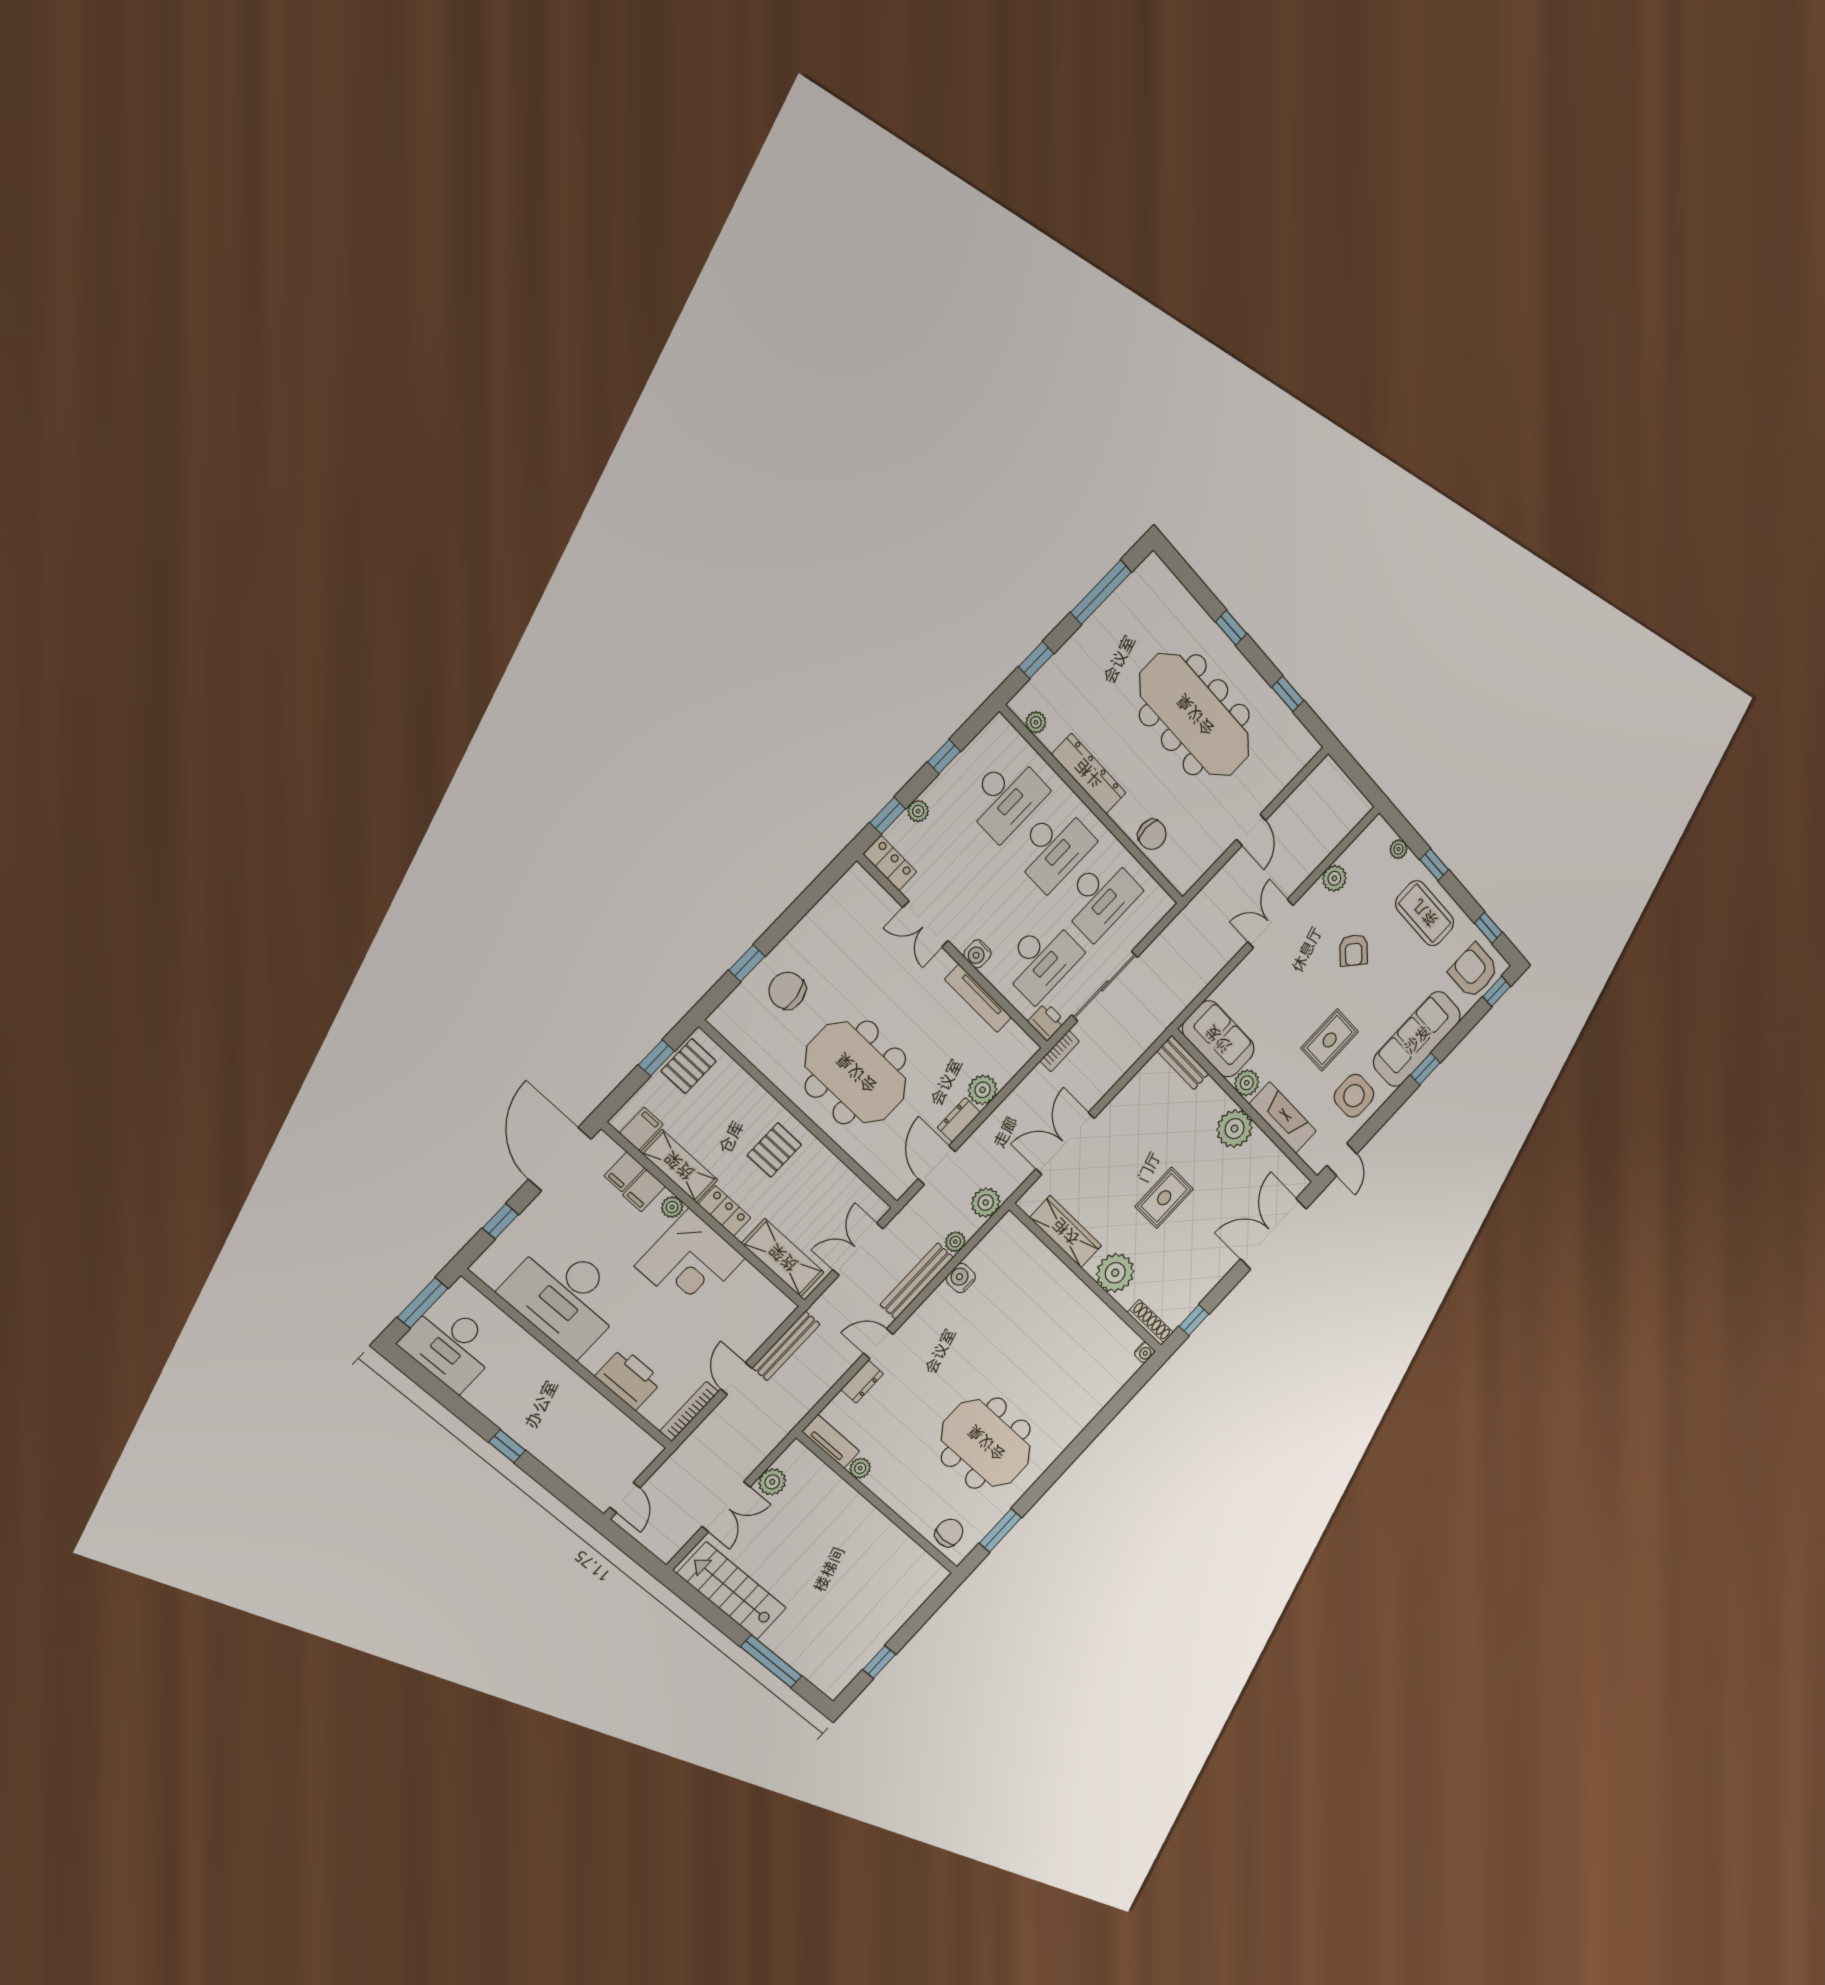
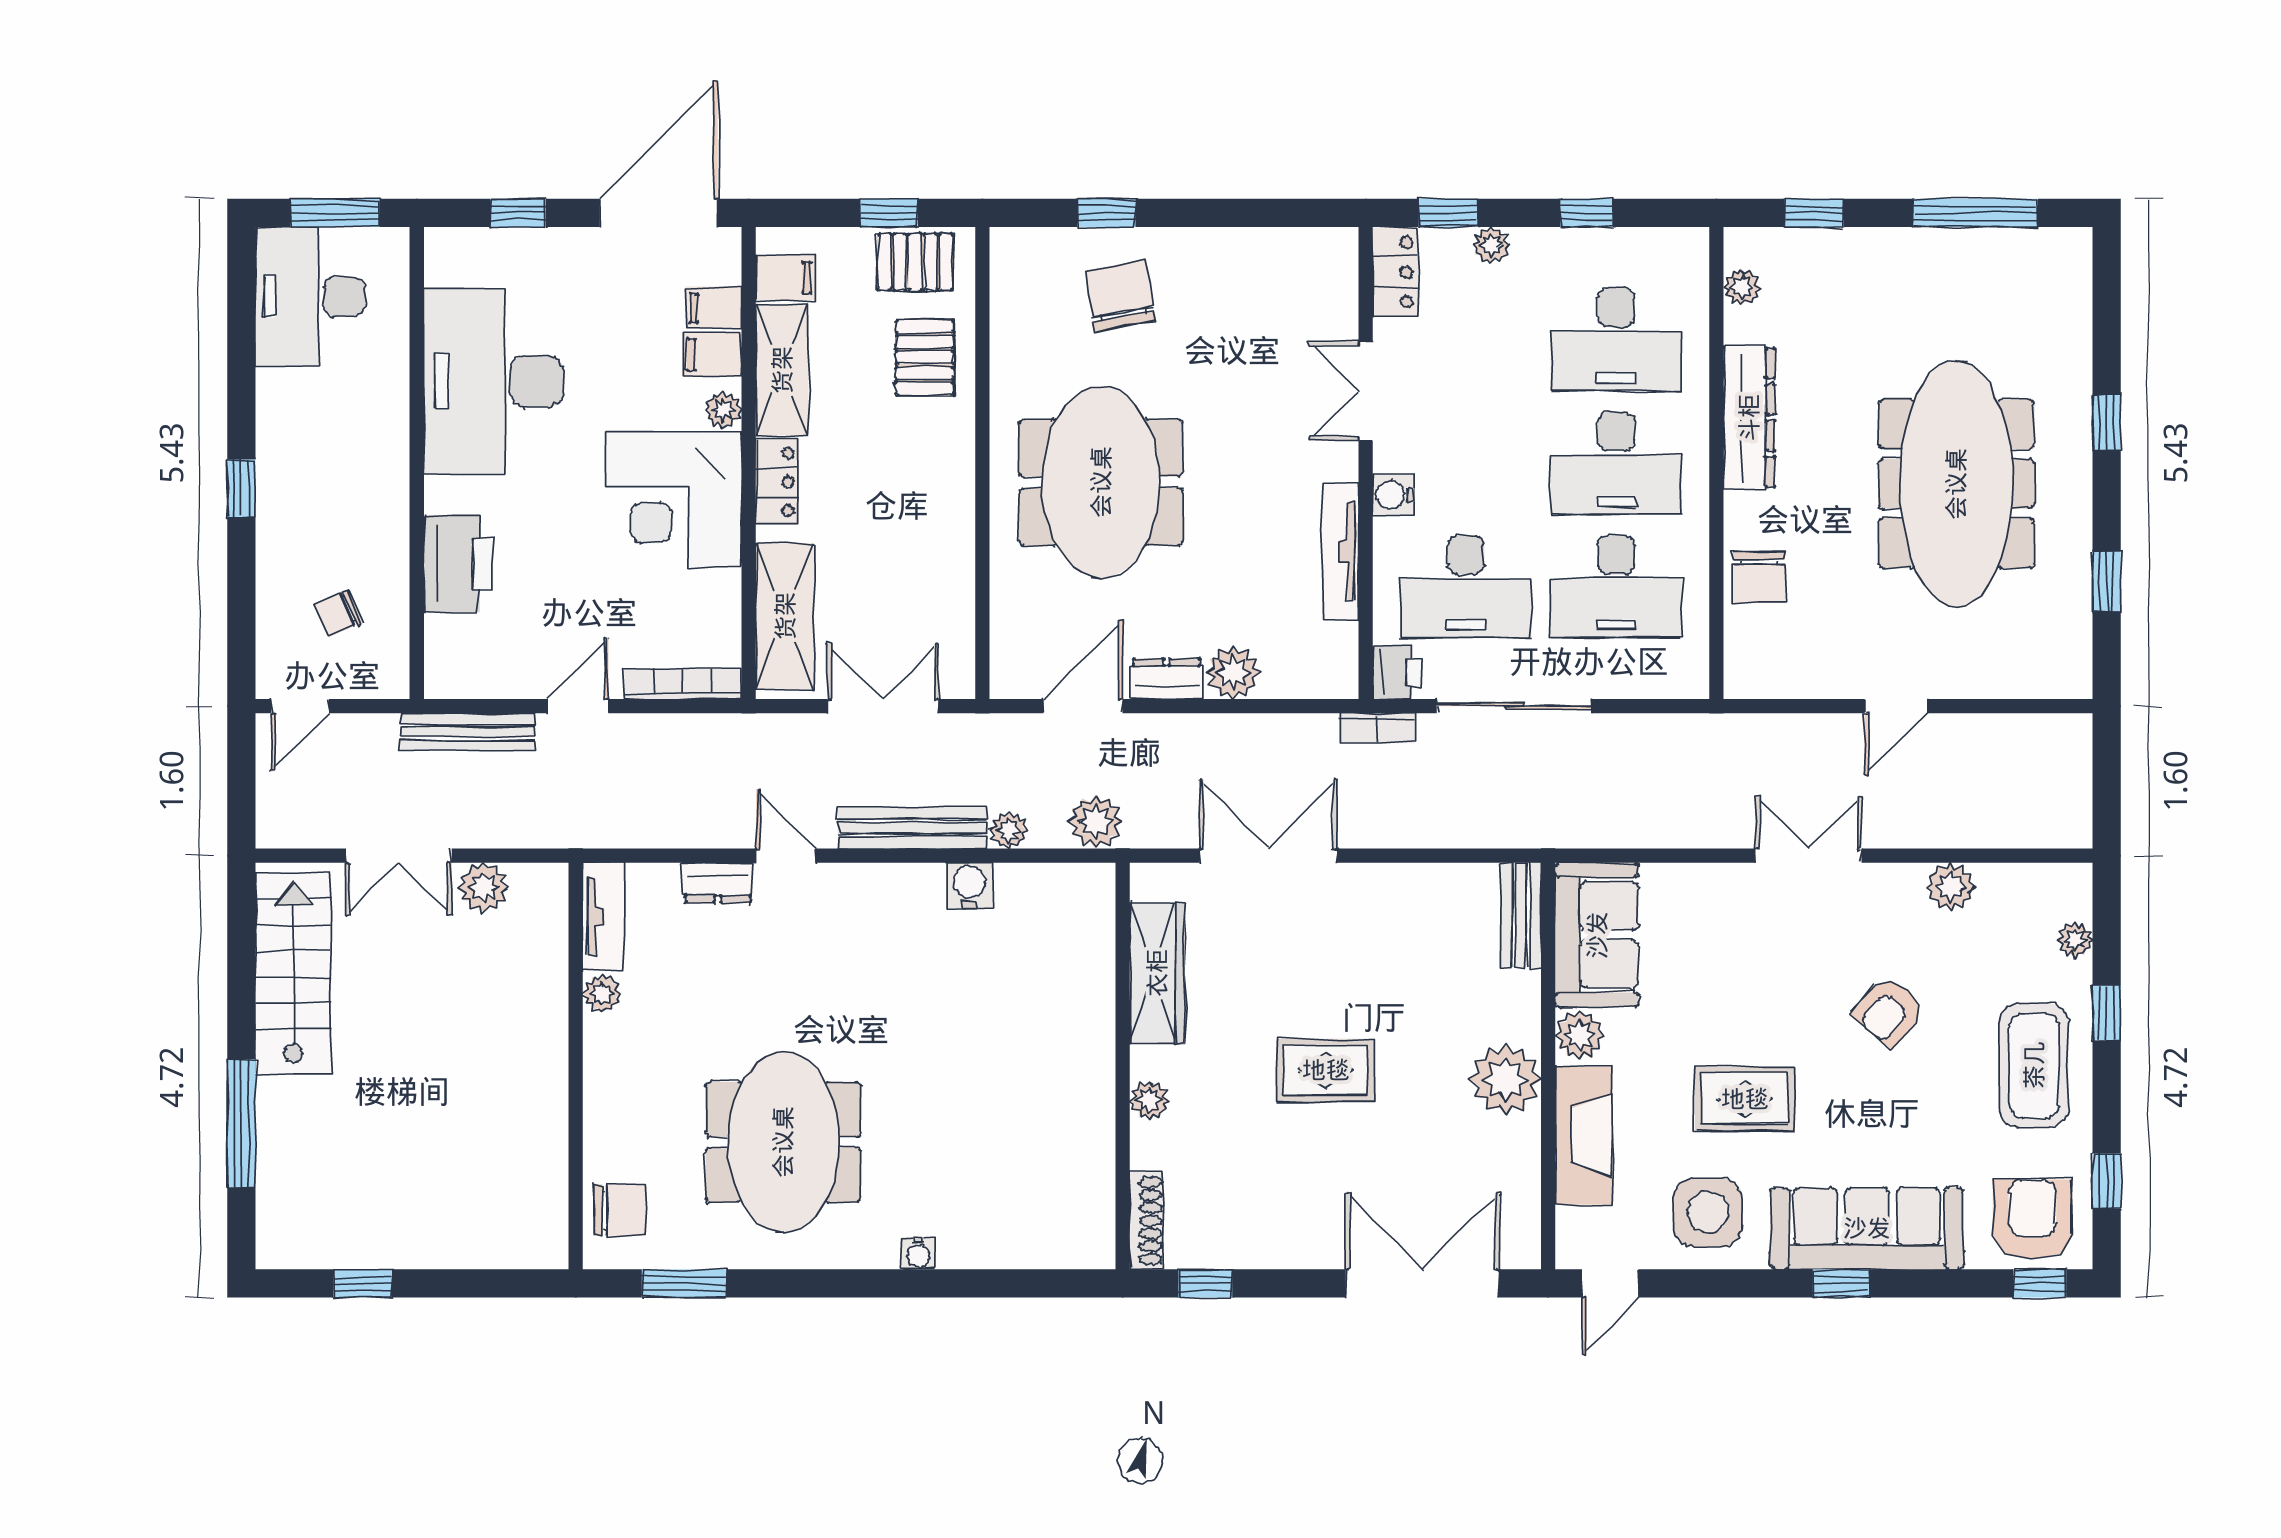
pallet: (774, 1150) -> (925, 358), moved, turned 90
plant: (1115, 1273) -> (1149, 1100), width x0.53, depth x0.53
bench: (786, 1346) -> (468, 732), moved
water cooler: (1144, 1352) -> (918, 1253), moved
bookcase: (689, 1412) -> (683, 684), moved
chair: (601, 1448) -> (339, 613), added

